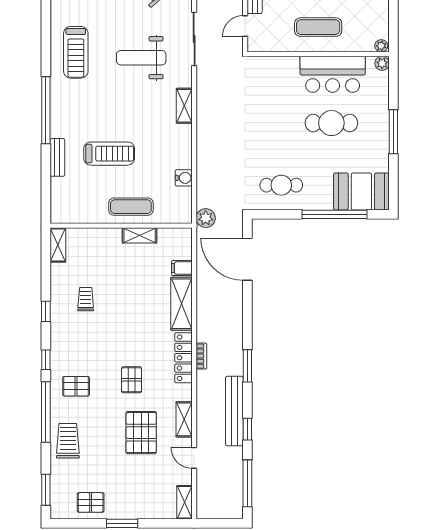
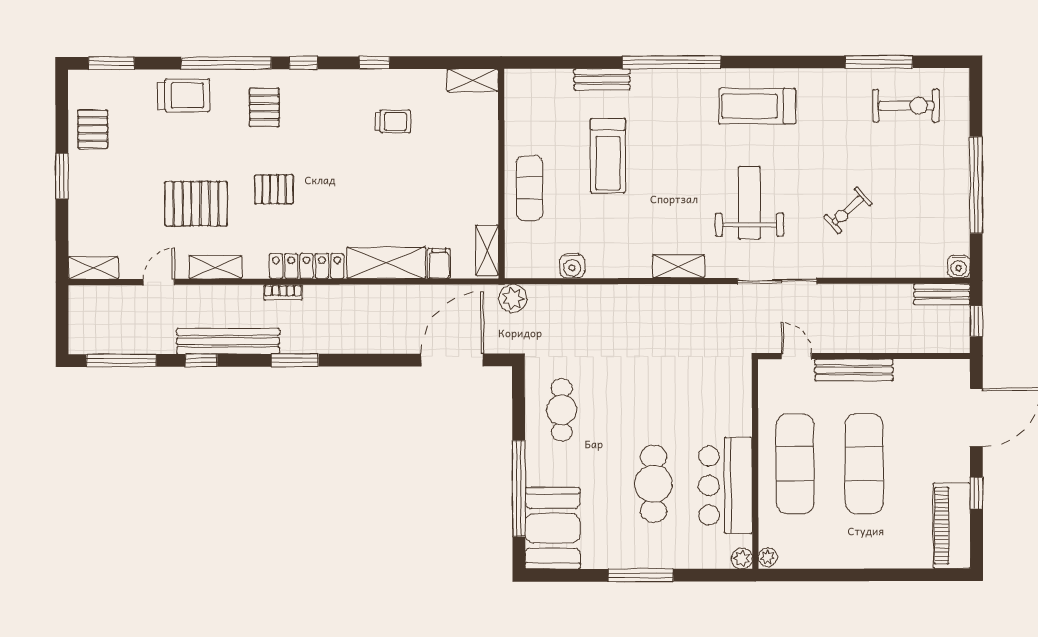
exercise mat: (318, 27) -> (795, 464), width x1.36, depth x1.45
shelving: (140, 235) -> (487, 250), moved
bookcase: (201, 356) -> (283, 293), moved

